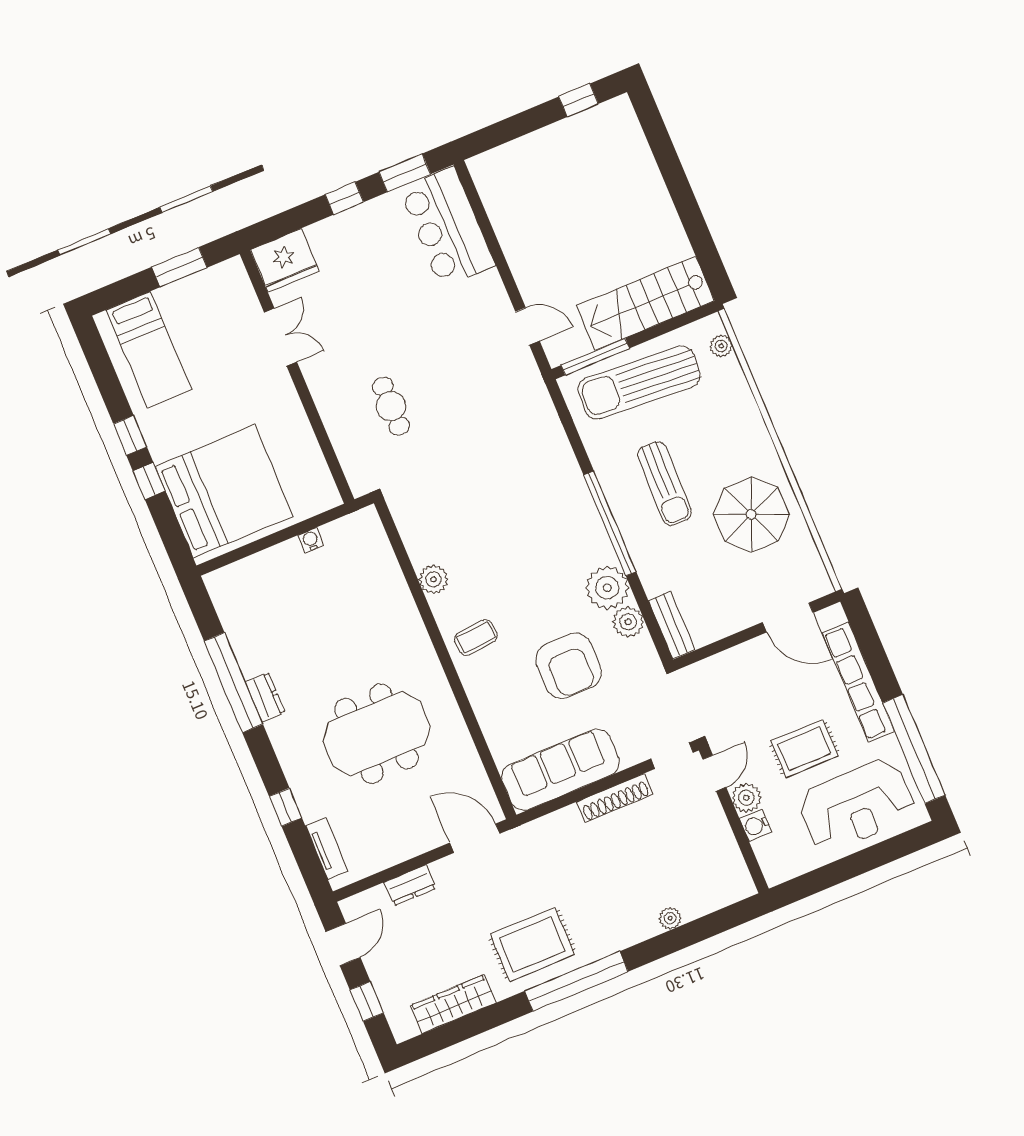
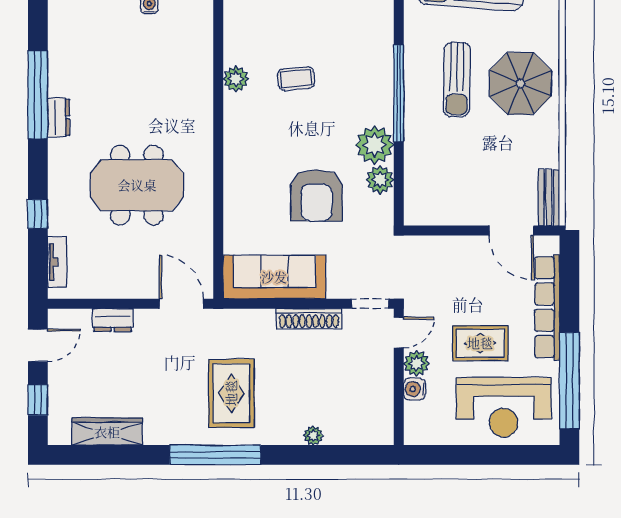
parasol: (751, 514) -> (520, 83), moved
bench: (672, 625) -> (549, 198), moved
coffee table: (476, 638) -> (296, 79), moved
rug: (532, 944) -> (231, 393), moved, turned 90

